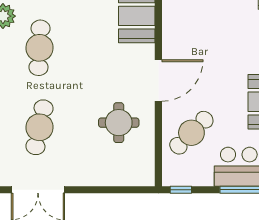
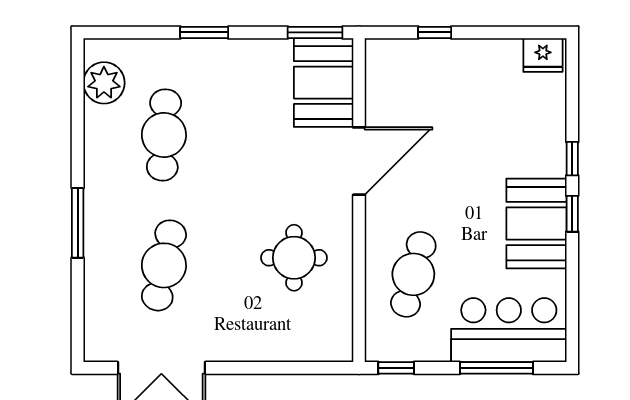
door: (158, 81) -> (359, 161), moved
cafe table: (191, 133) -> (413, 274), turned -30

